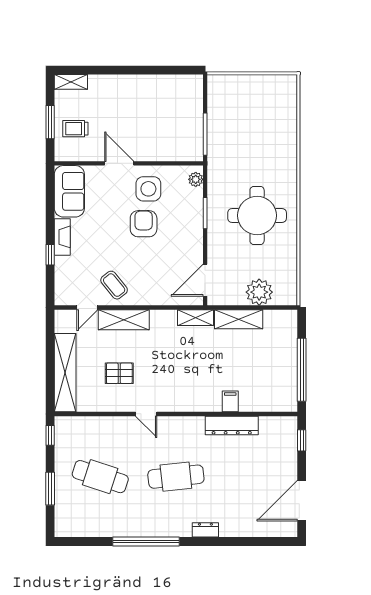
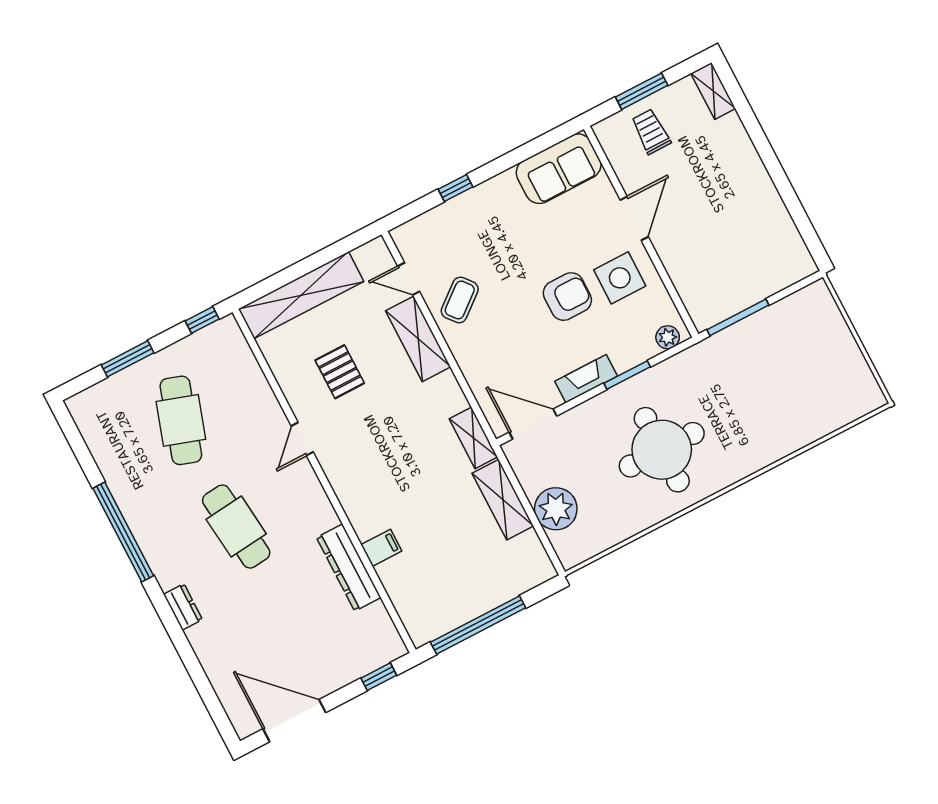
fireplace: (62, 237) -> (586, 379), moved, turned 180

